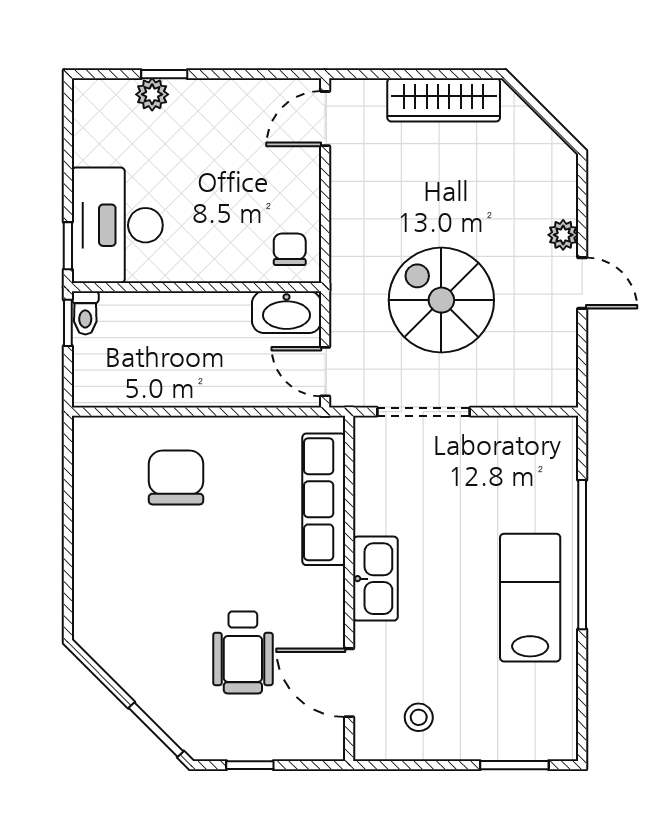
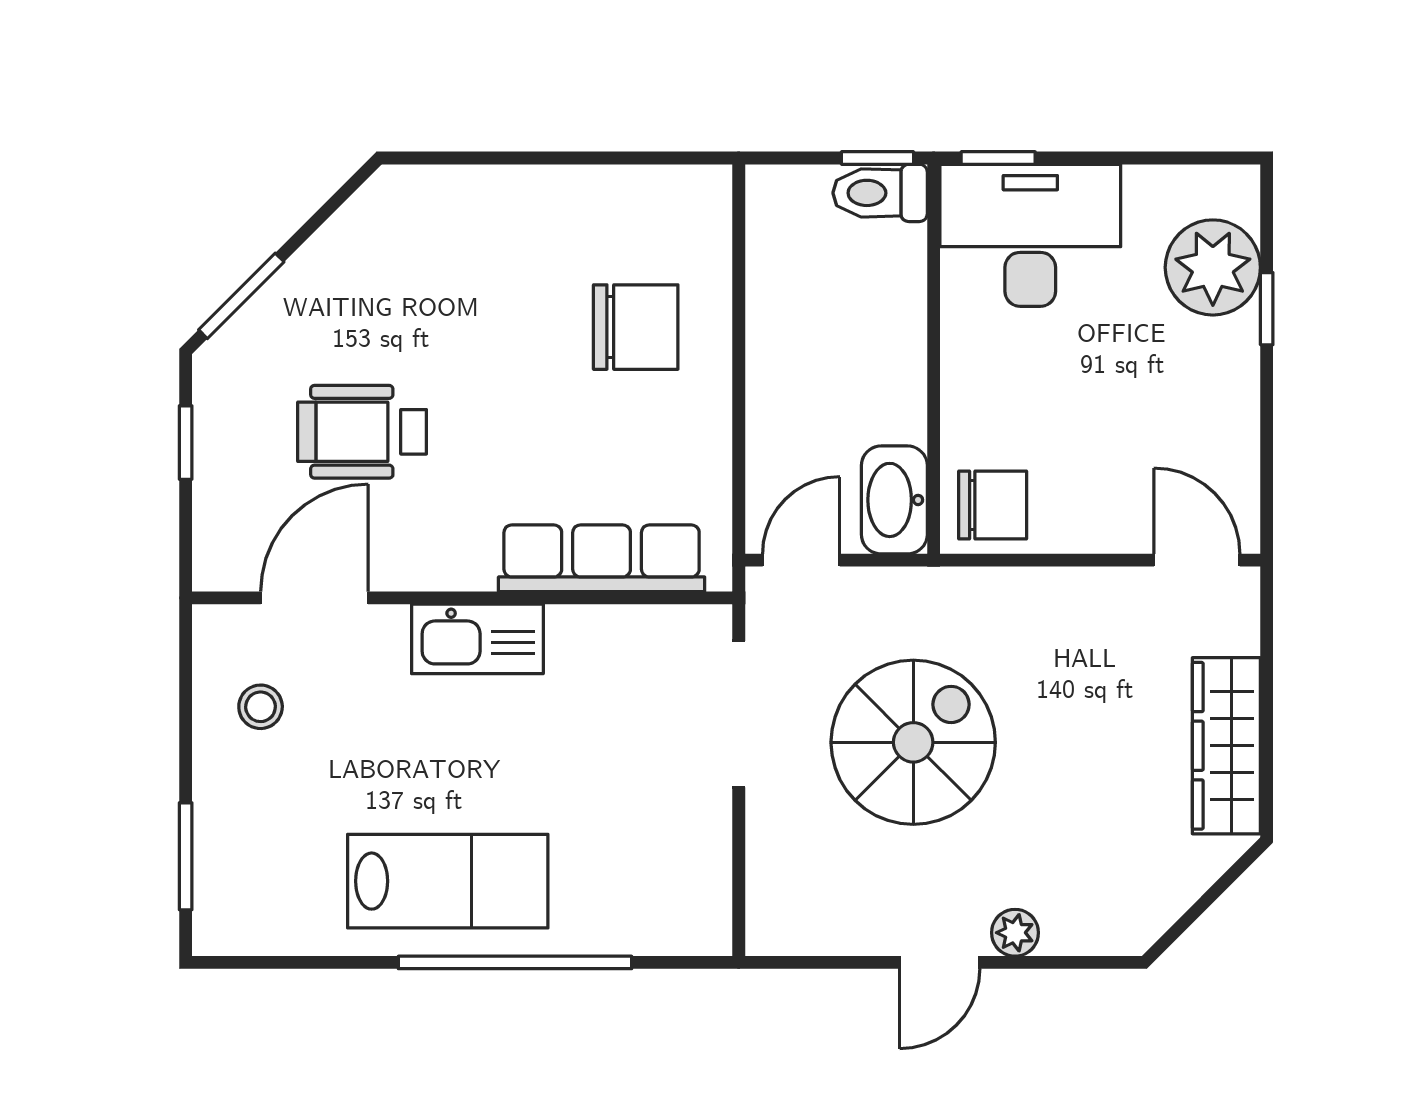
plant: (152, 94) -> (1213, 267), width x1.88, depth x1.88
chair: (290, 249) -> (993, 505), width x1.37, depth x1.37
toilet: (85, 313) -> (880, 193), width x1.37, depth x1.39

